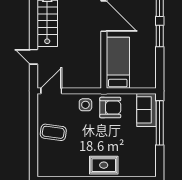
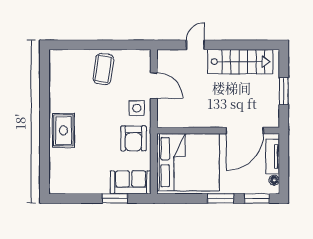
bed: (118, 63) -> (188, 162), width x2.04
door: (51, 91) -> (154, 86), moved
window: (160, 123) -> (115, 198), width x0.47

